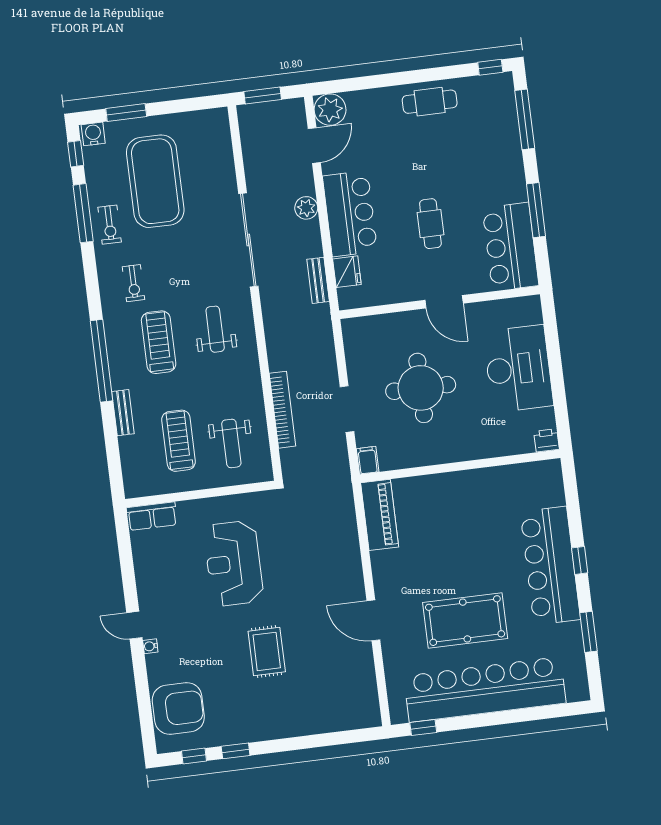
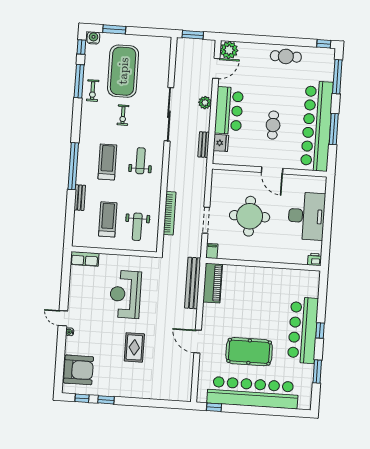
bar counter: (510, 247) -> (317, 126), width x1.86
exercise bike: (133, 283) -> (123, 115), moved
bench: (346, 521) -> (193, 283), added

